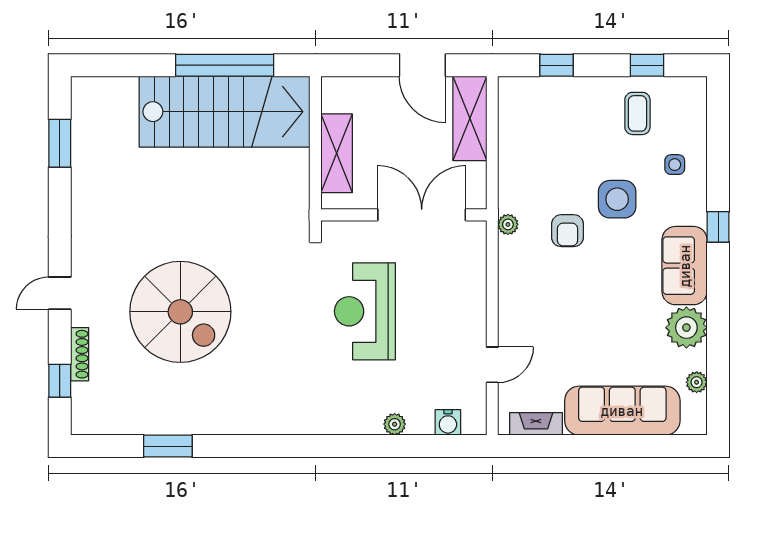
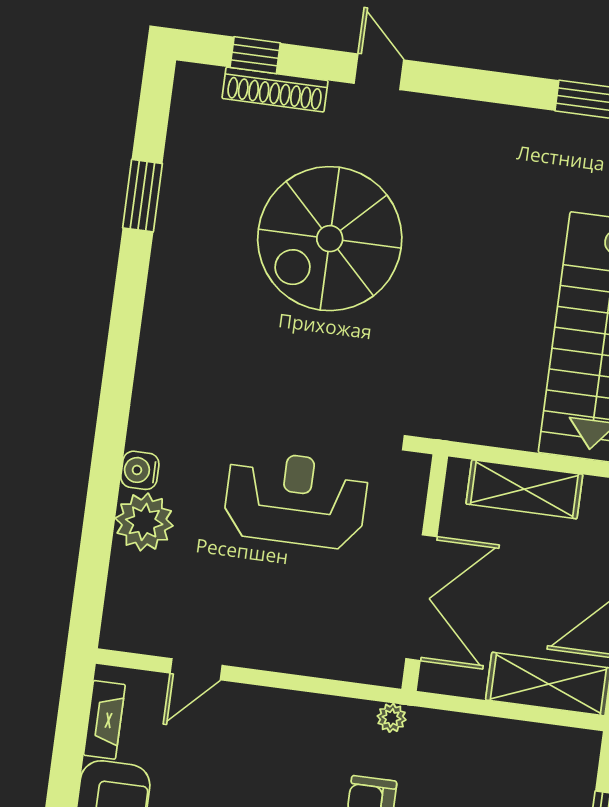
shoe rack: (80, 354) -> (275, 90), width x1.36, depth x1.24
door: (492, 365) -> (196, 669), hinge flipped
water cooler: (448, 422) -> (140, 470), moved
plant: (395, 424) -> (144, 522), width x1.88, depth x1.88

